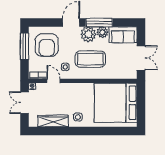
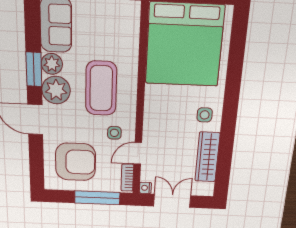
window: (99, 22) -> (34, 69), width x0.69
window: (24, 46) -> (97, 198), moved
double door: (24, 103) -> (172, 201), swing flipped

